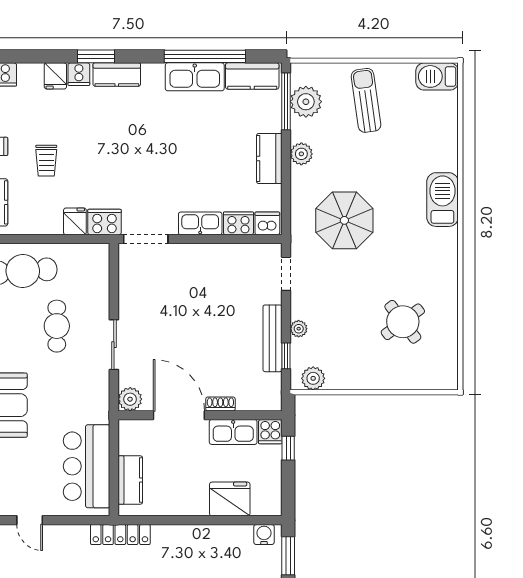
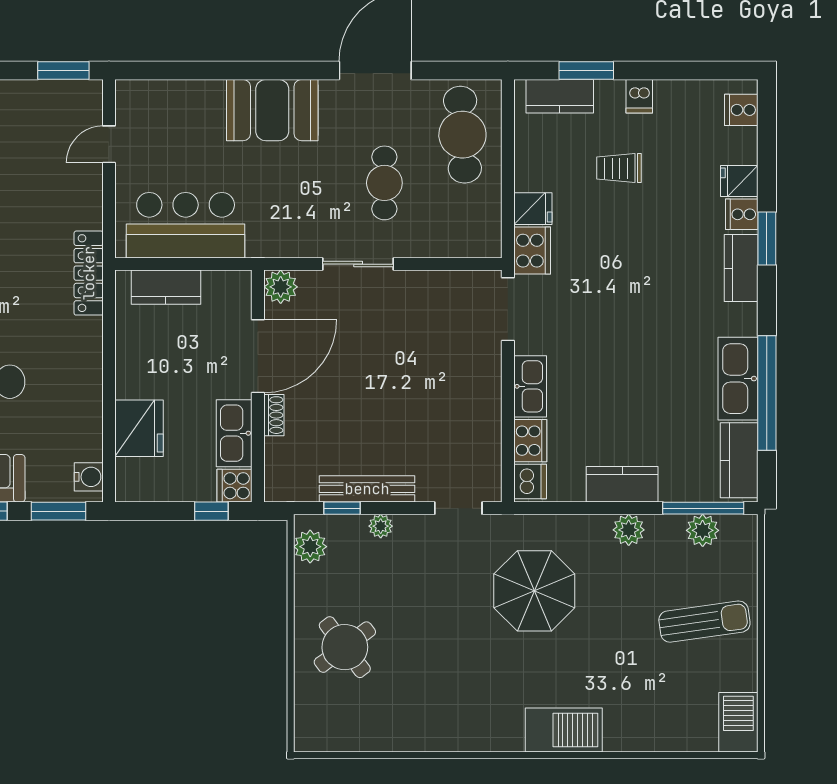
plant: (306, 102) -> (703, 530), width x0.73, depth x0.73
round table: (403, 322) -> (345, 647), moved
cafe table: (57, 326) -> (384, 183), turned 90

